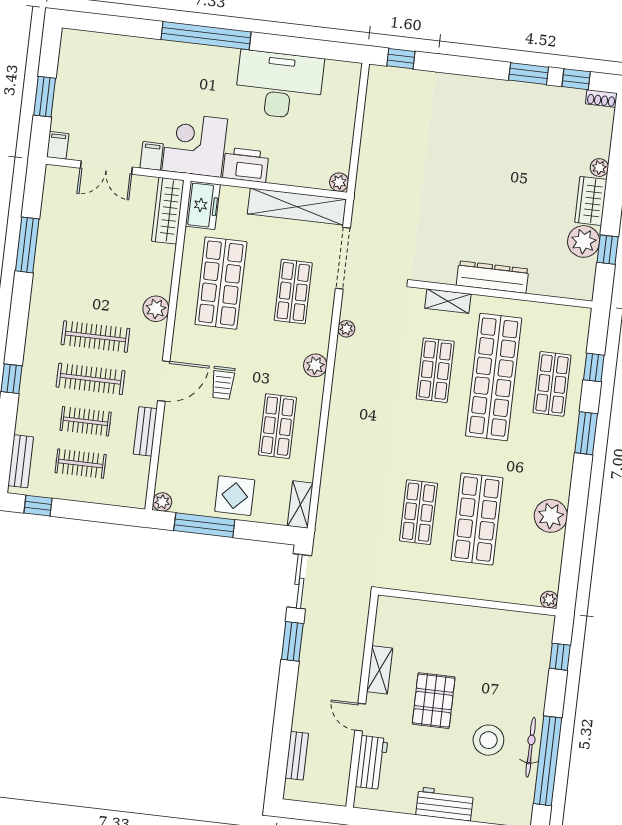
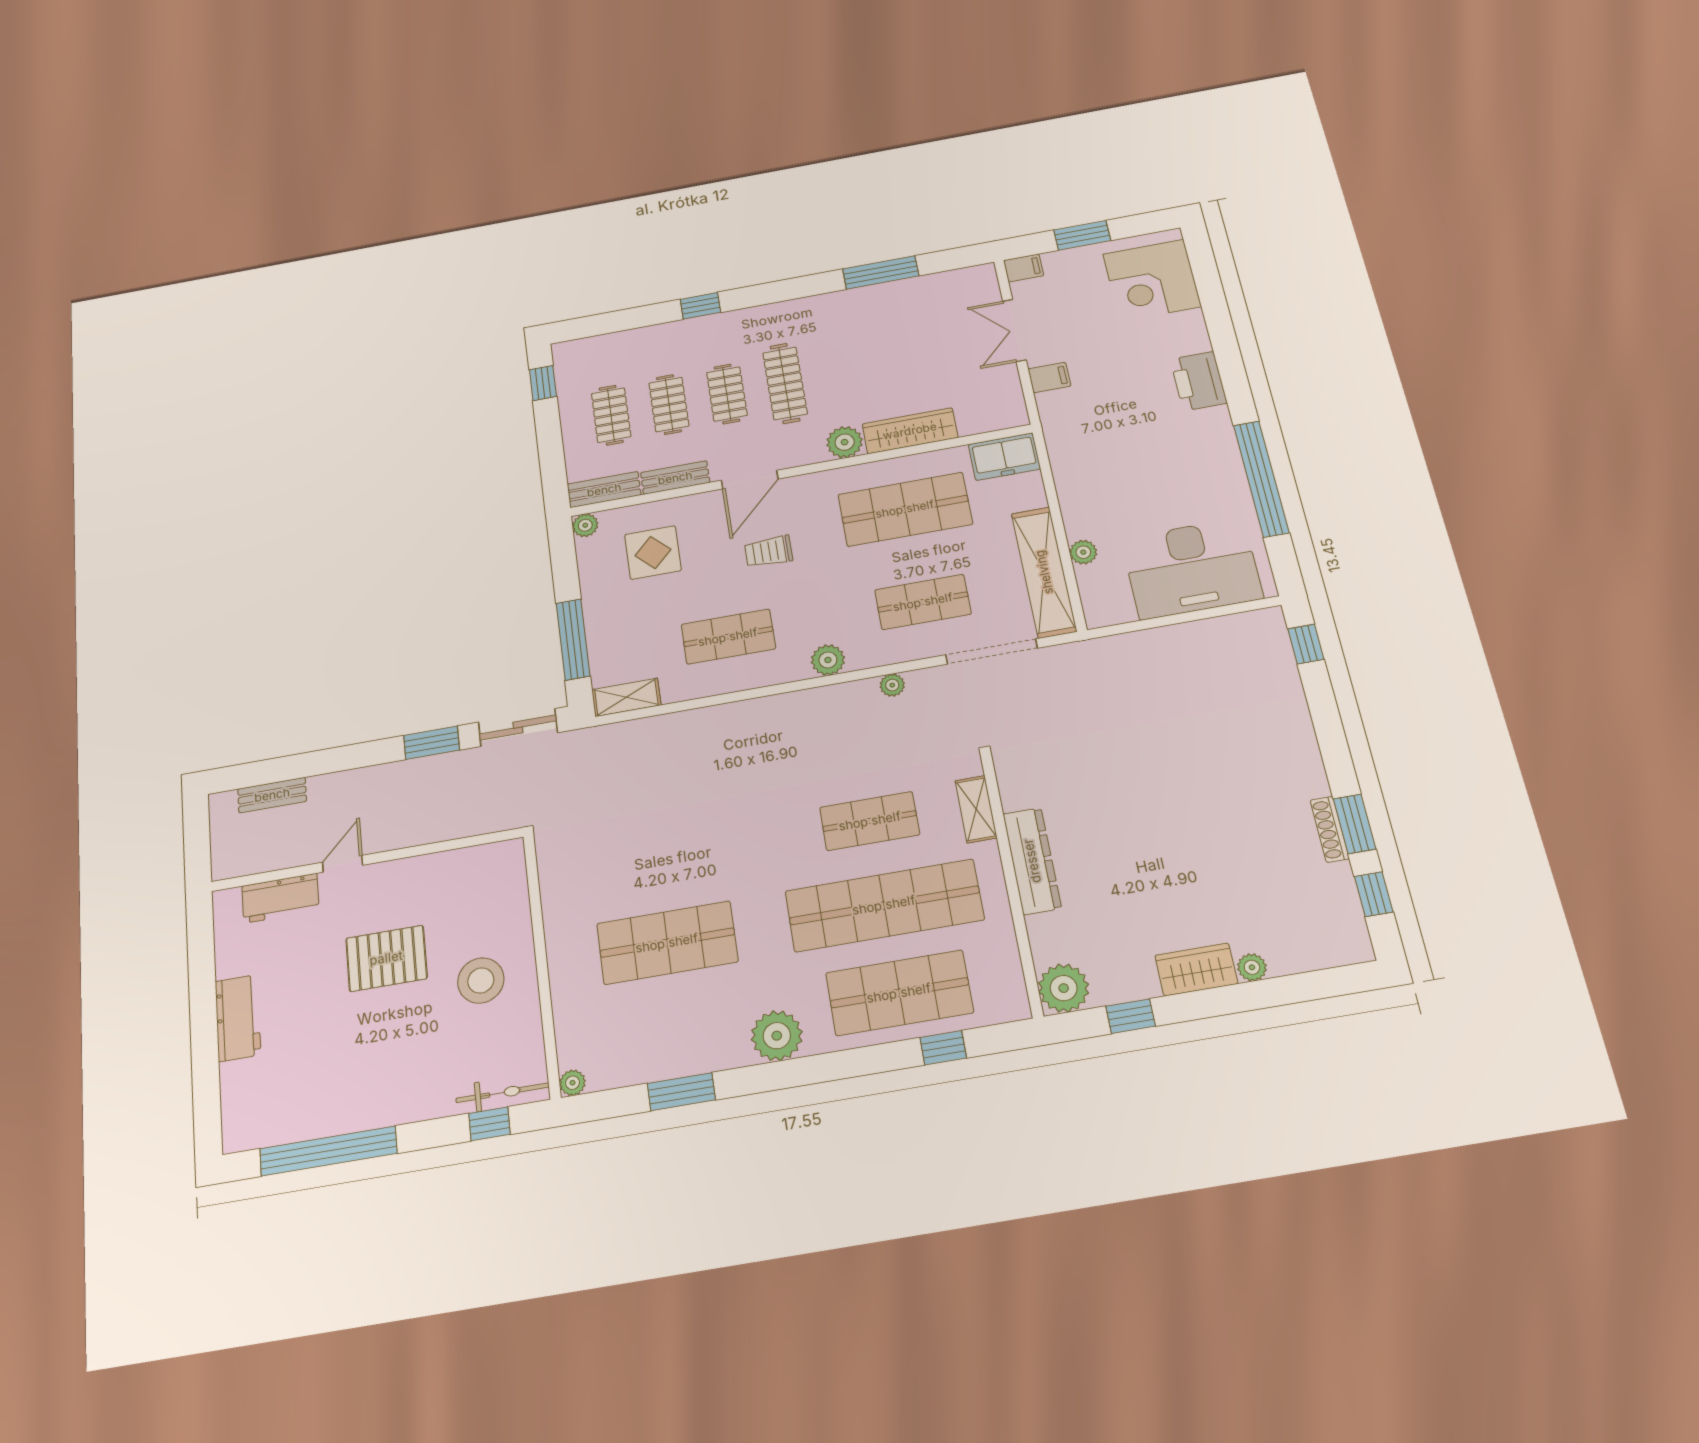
window: (206, 36) -> (1261, 479), moved
desk: (279, 85) -> (1192, 568), moved, turned 90
shoe rack: (601, 98) -> (1330, 829), moved, width x1.43
corner desk: (195, 145) -> (1152, 280), moved, turned 180
printer: (246, 165) -> (1199, 381), moved, turned 180
plant: (339, 182) -> (1083, 552), moved
wardrobe: (168, 211) -> (910, 431), moved
plant: (584, 241) -> (1064, 988), moved
clothes rail: (91, 379) -> (727, 394), width x0.73
door: (164, 381) -> (750, 480), hinge flipped
shop shelf: (552, 384) -> (899, 993), width x1.43, depth x1.36
window: (586, 433) -> (681, 1092), moved
bench: (21, 461) -> (604, 490), moved
display table: (235, 496) -> (653, 552), moved
shop shelf: (419, 512) -> (656, 858), removed
plant: (551, 516) -> (777, 1036), moved
window: (204, 525) -> (573, 639), moved
shelving: (380, 670) -> (416, 871), removed
stool: (488, 740) -> (481, 980), moved
bicycle: (531, 747) -> (503, 1093), moved

